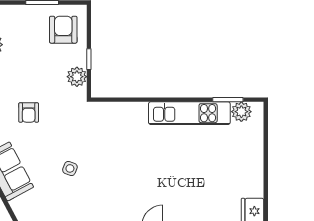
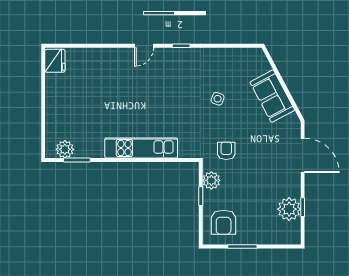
armchair: (29, 112) -> (226, 151), moved
kitchen unit: (189, 113) -> (141, 148), moved

